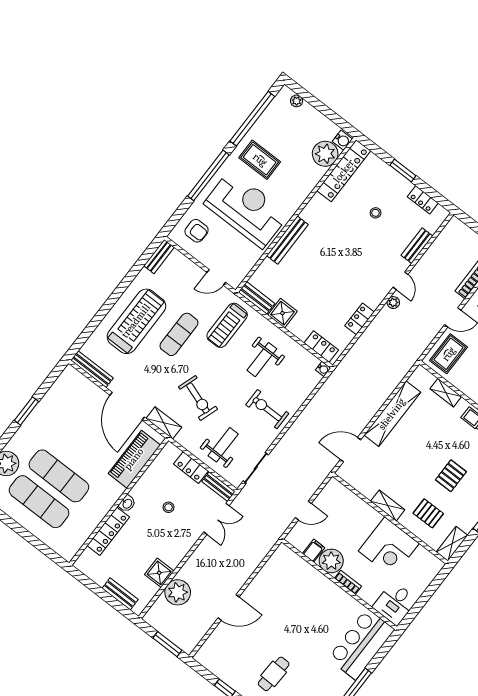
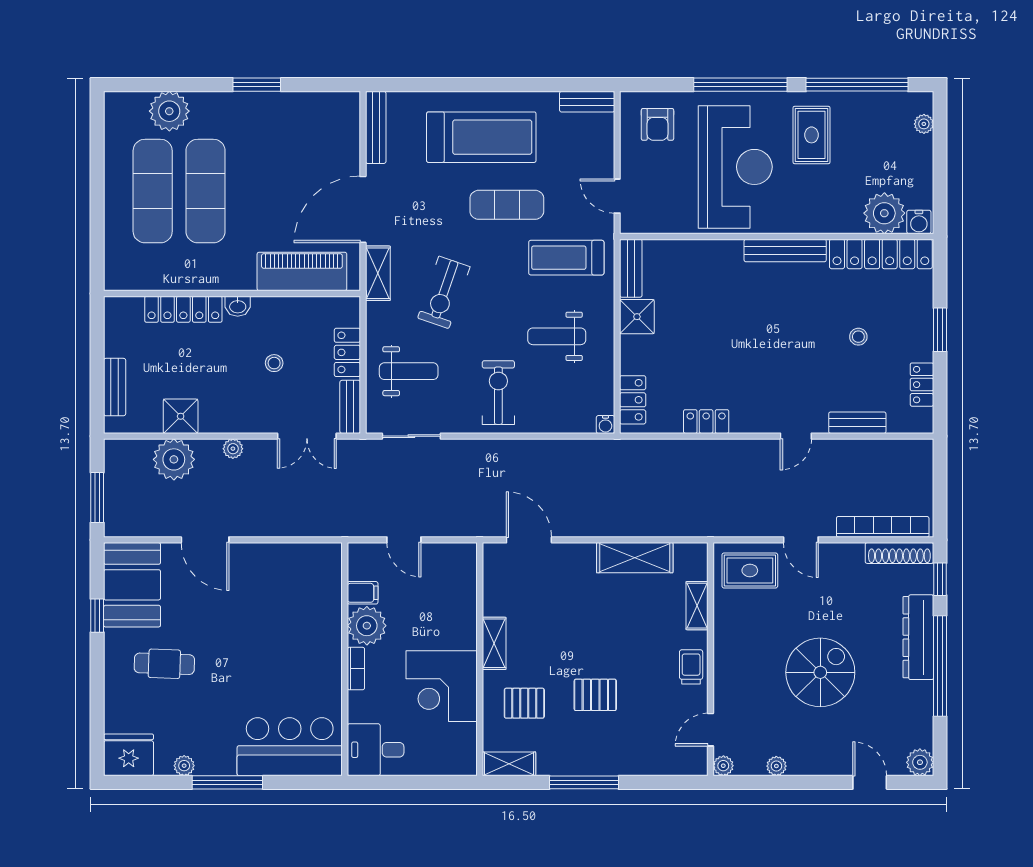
bench: (287, 240) -> (785, 251), moved
plant: (393, 303) -> (233, 449), moved
shelving: (392, 414) -> (635, 558), width x0.68
pallet: (428, 513) -> (524, 703), turned 90
booth: (223, 660) -> (132, 585), added

